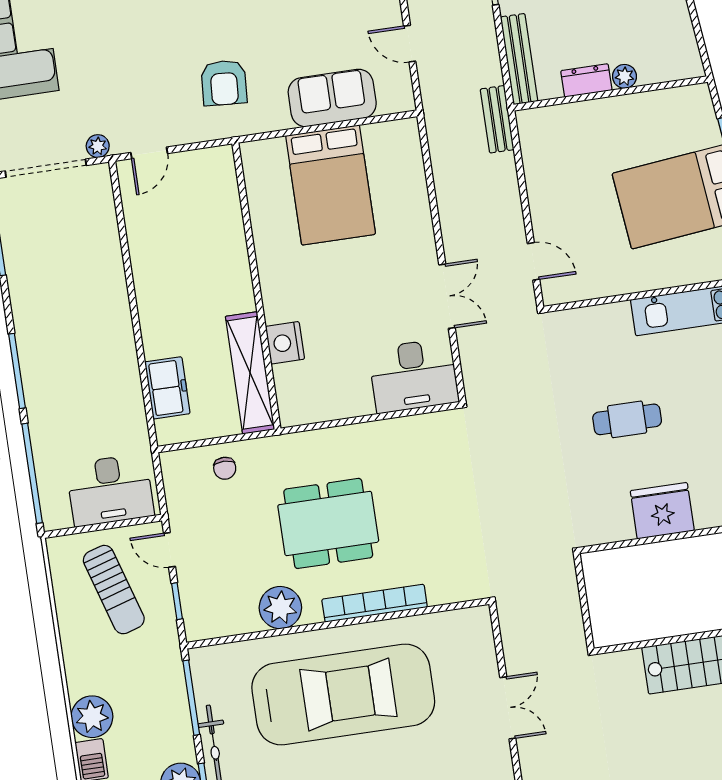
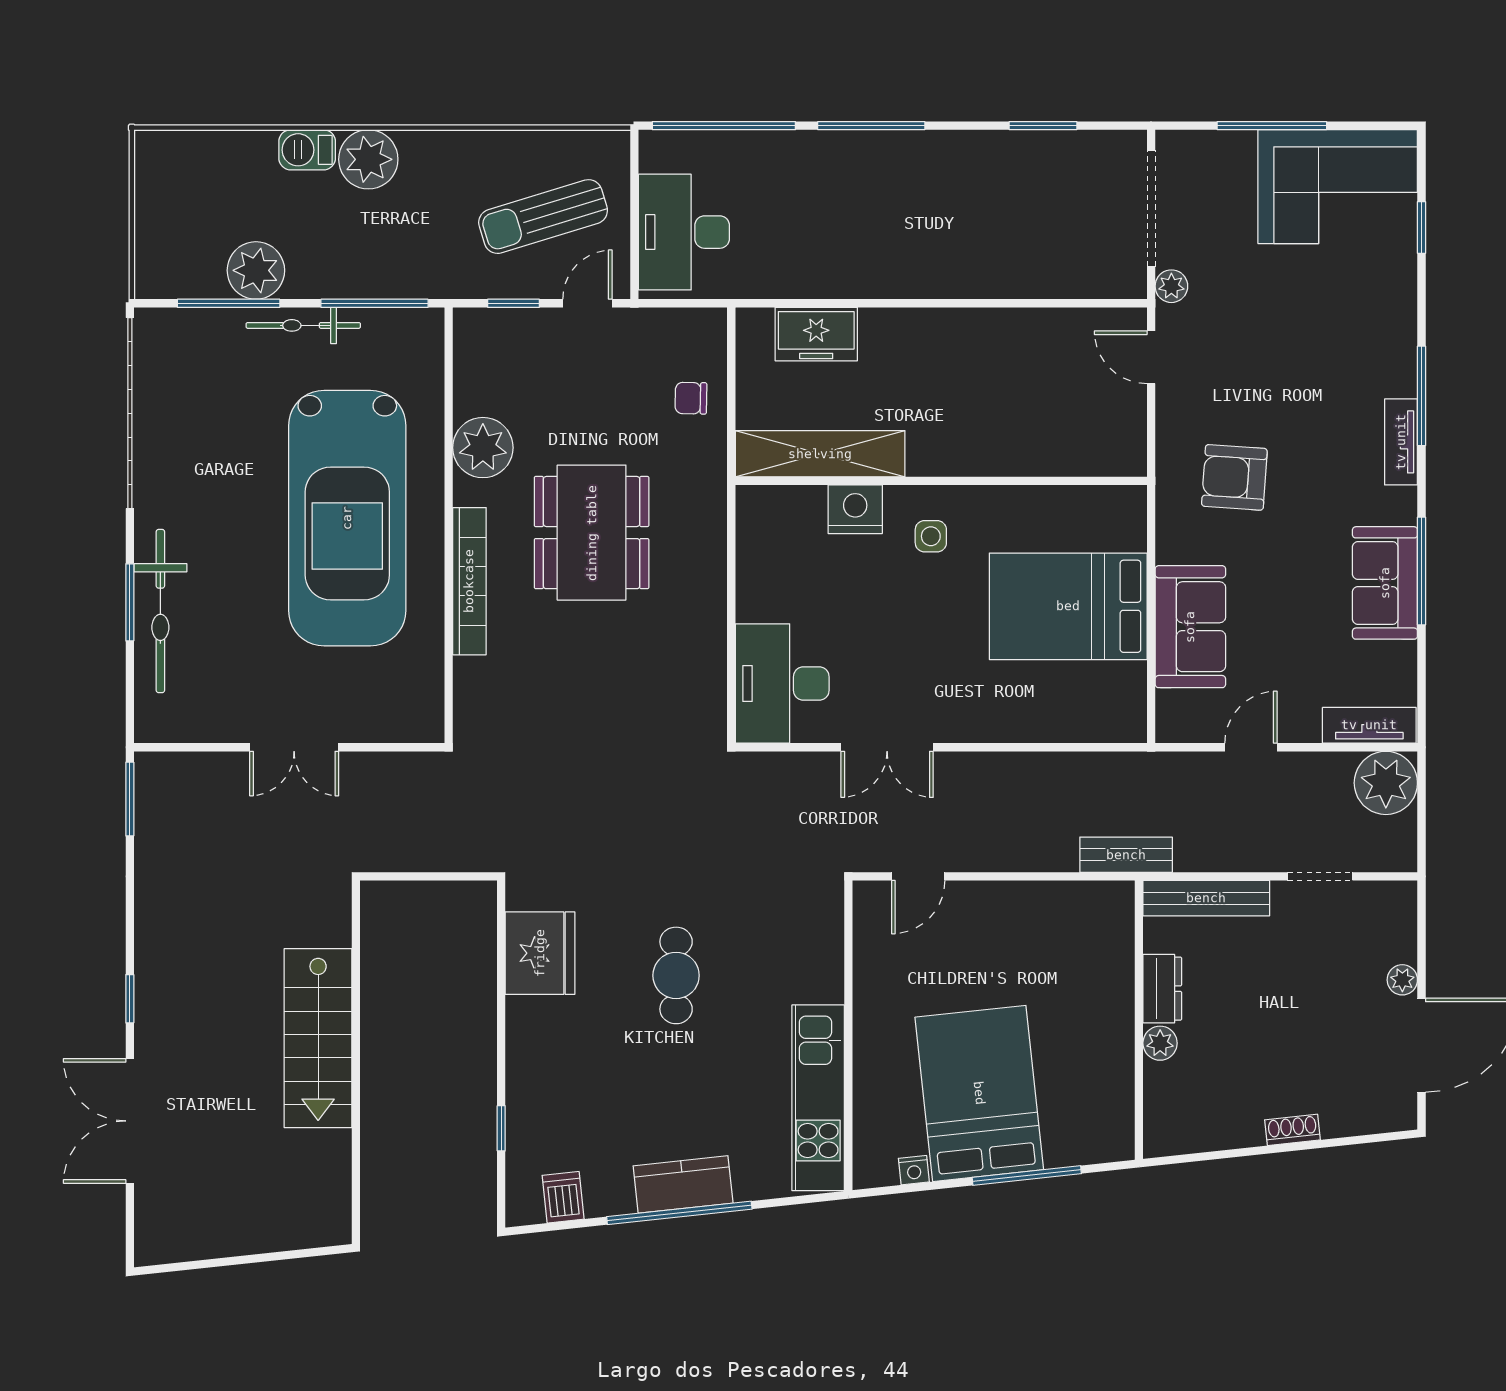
side table: (296, 288) -> (931, 536), added
fridge: (662, 511) -> (540, 953), moved

